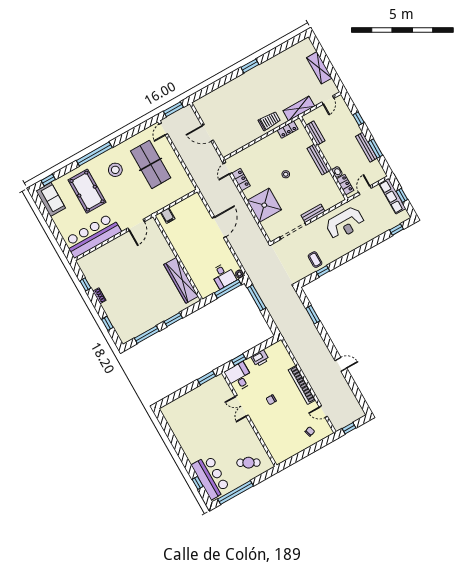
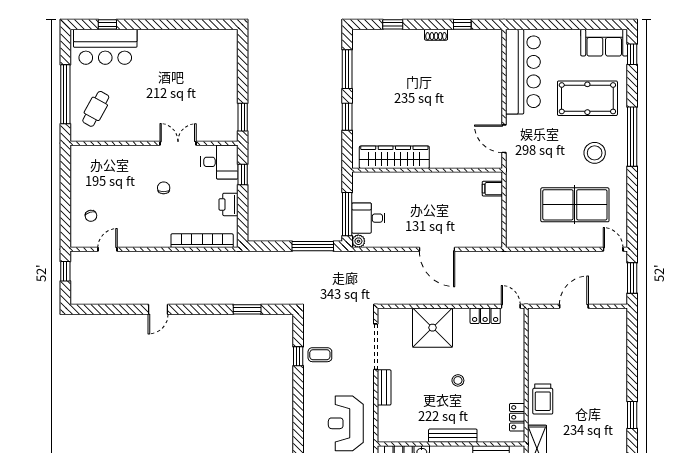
bookcase: (302, 385) -> (202, 241), moved
window: (235, 492) -> (65, 94), moved

